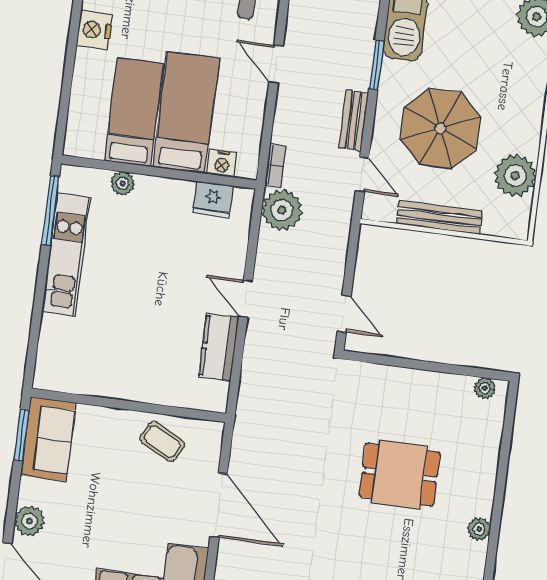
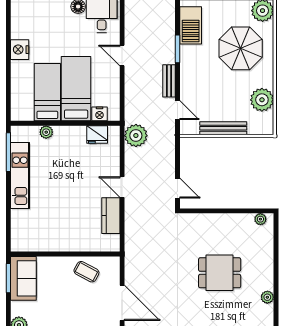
parasol: (440, 128) -> (241, 48), moved
bookcase: (275, 165) -> (129, 111), removed

